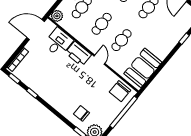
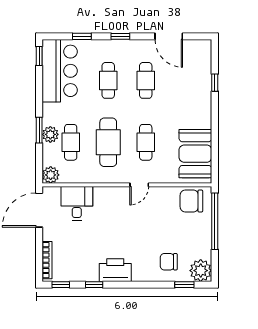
cafe table: (102, 24) -> (108, 142), width x1.37, depth x1.35
printer: (78, 54) -> (115, 270), moved, turned 180
door: (99, 60) -> (139, 185), swing flipped
chair: (120, 91) -> (191, 201), turned 90

